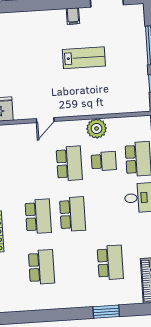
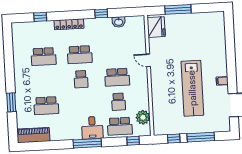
lab bench: (84, 58) -> (192, 88), width x1.86, depth x1.39
plant: (97, 129) -> (143, 117), moved
school desk: (73, 214) -> (81, 79), width x0.54

